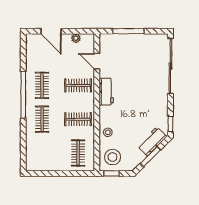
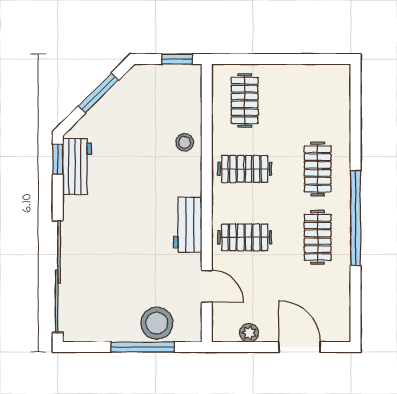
workbench: (152, 141) -> (77, 167), moved, turned -45
stool: (113, 157) -> (157, 323), moved

